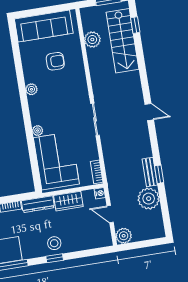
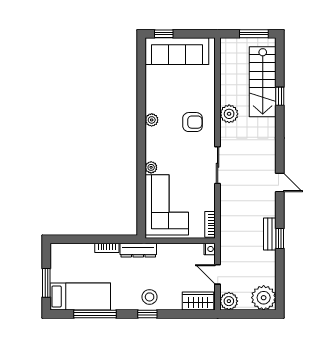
window: (30, 13) -> (164, 34), added
window: (135, 25) -> (280, 96), moved
plant: (92, 40) -> (229, 114), moved
armchair: (55, 61) -> (193, 122), moved
door: (149, 112) -> (280, 182), moved
plant: (149, 199) -> (264, 298), moved
wardrobe: (68, 201) -> (198, 301), moved, turned 180

